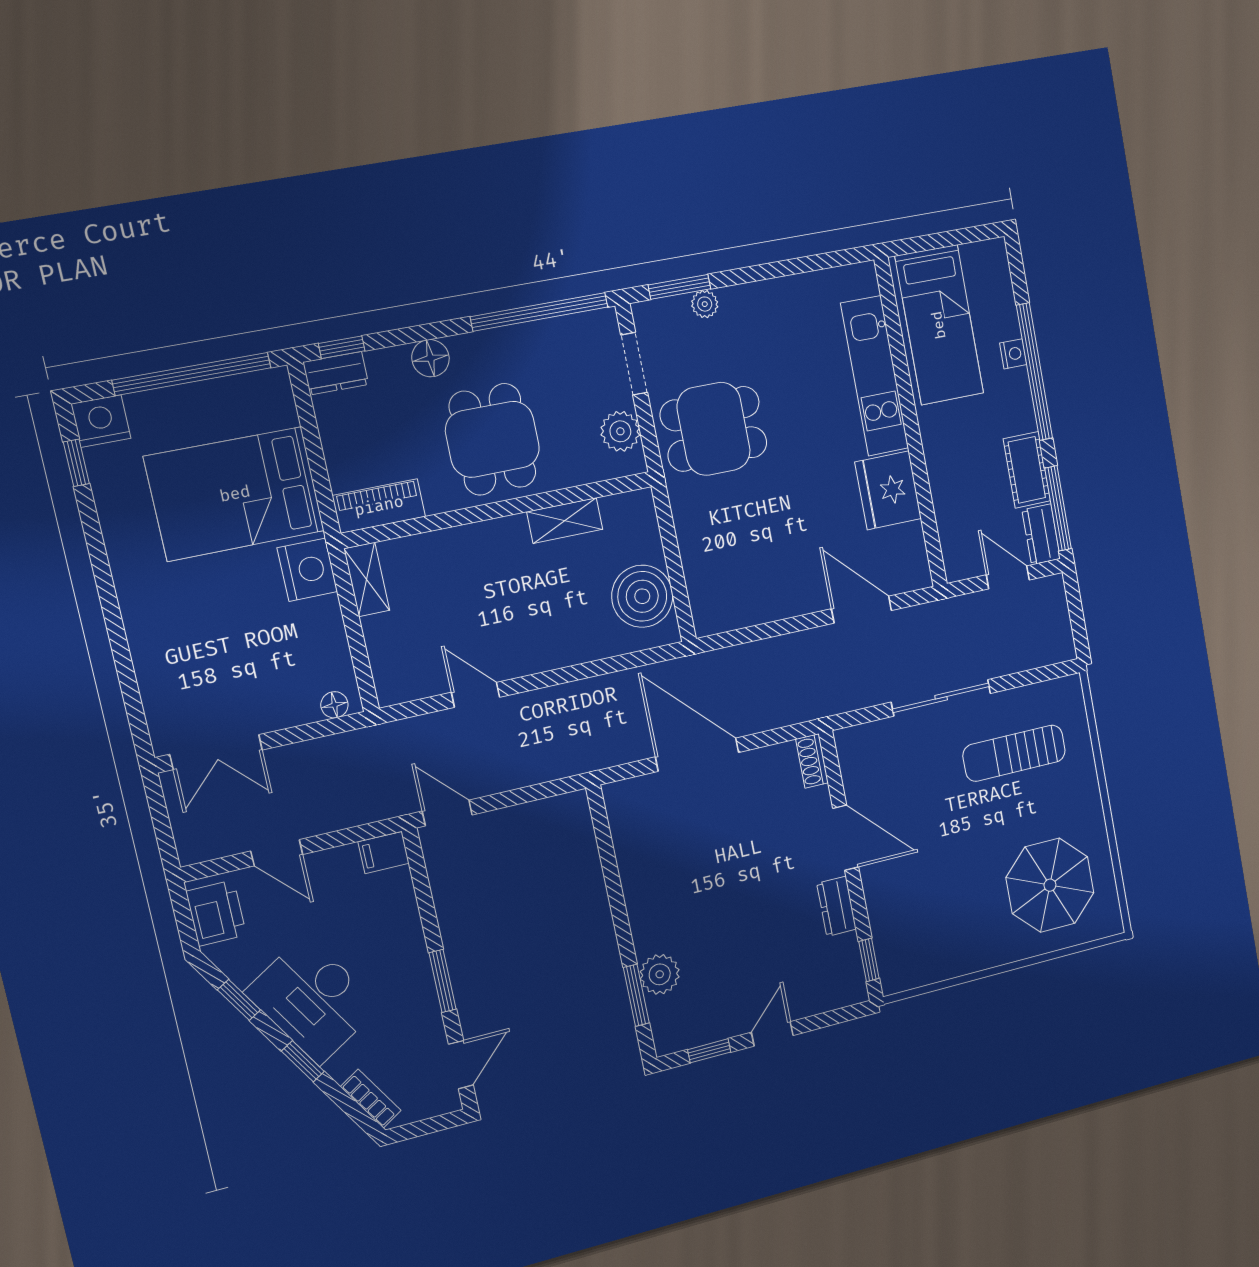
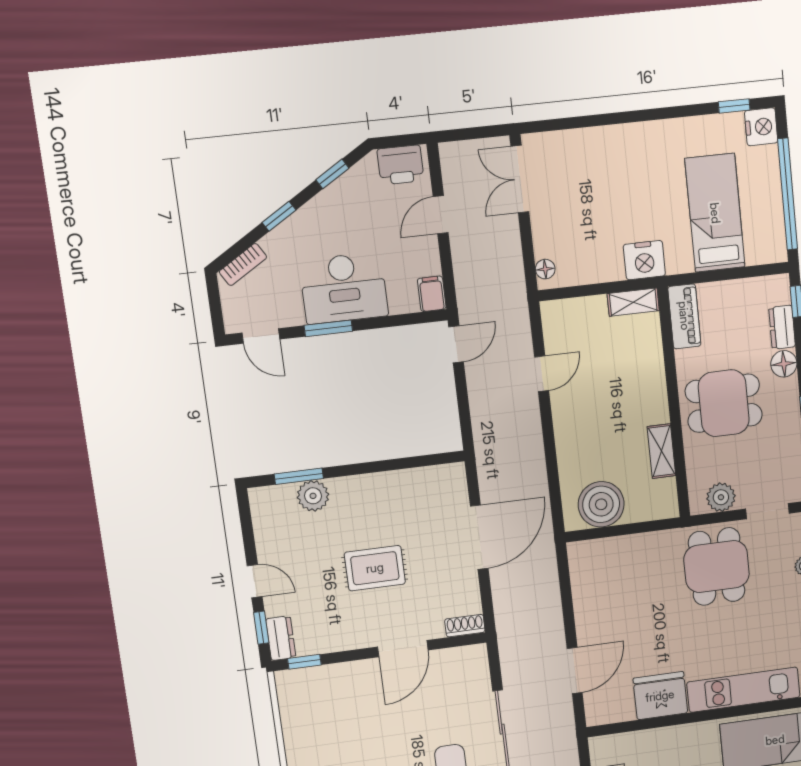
dresser: (336, 373) -> (782, 327), moved
bed: (235, 494) -> (715, 213), width x0.67
rug: (746, 885) -> (375, 568), added
dresser: (837, 906) -> (281, 638), moved, turned 90
desk: (313, 999) -> (344, 288), moved, turned -149
window: (709, 1051) -> (261, 628), moved

